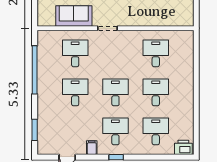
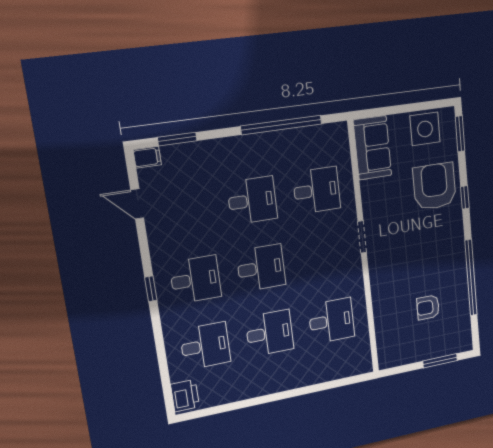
sofa: (74, 16) -> (373, 148), moved
filing cabinet: (92, 148) -> (147, 157), moved

